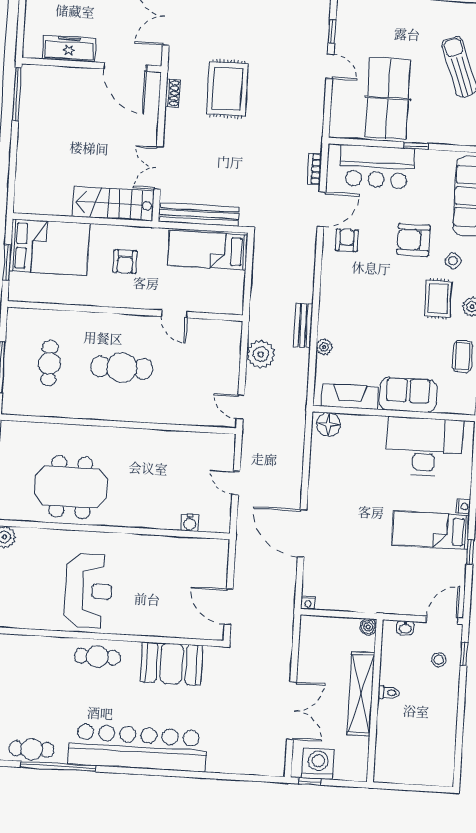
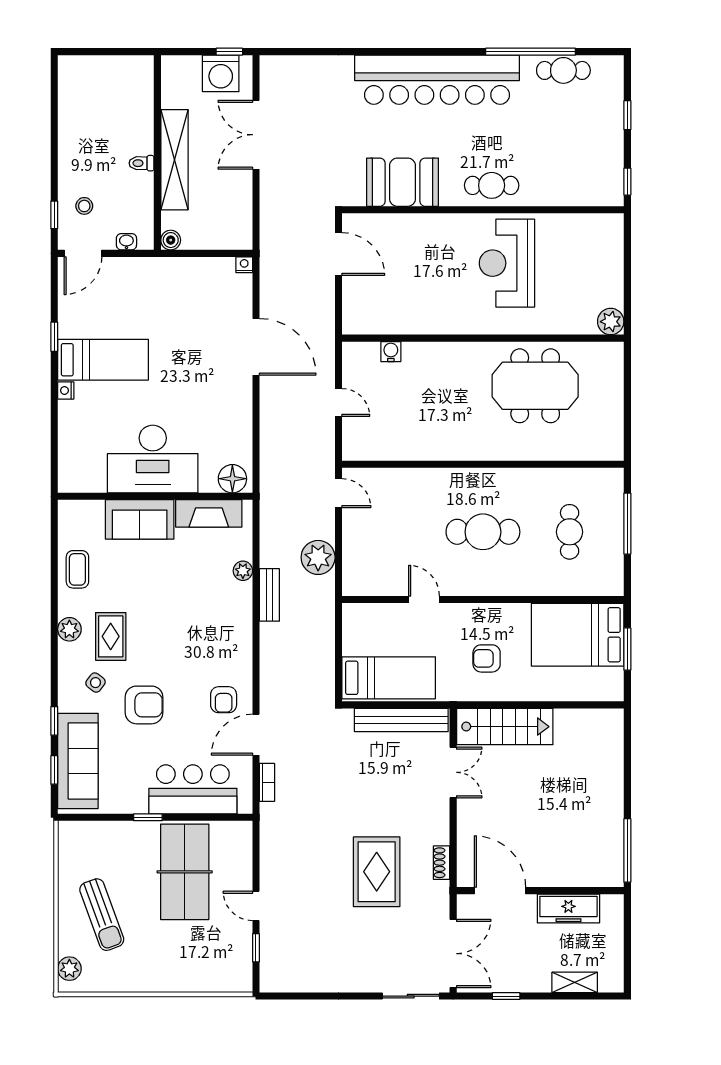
bed: (50, 247) -> (578, 635), moved
armchair: (125, 262) -> (487, 658), turned -90
desk: (424, 447) -> (153, 459), moved

